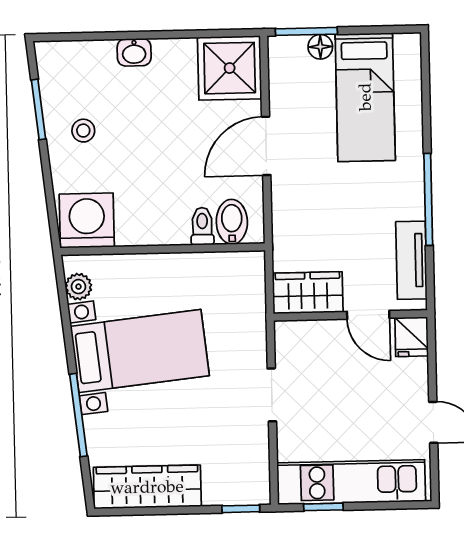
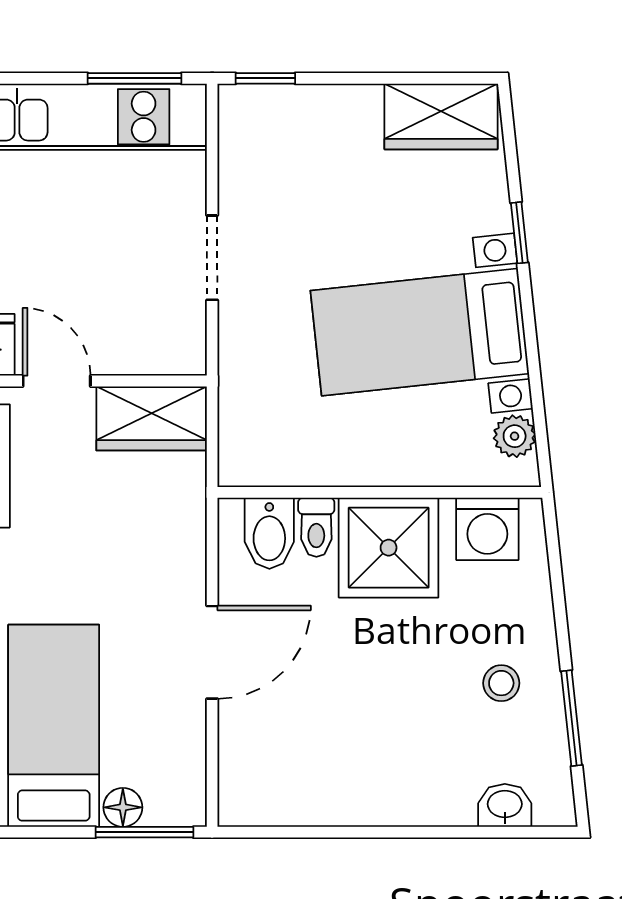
washbasin: (134, 52) -> (505, 805), moved
shower: (230, 68) -> (389, 548), moved
washing machine: (87, 221) -> (487, 529), width x0.73, depth x0.73
window: (78, 415) -> (519, 233), width x0.46
wardrobe: (147, 487) -> (441, 117), width x0.67
window: (323, 507) -> (135, 78), width x1.50

